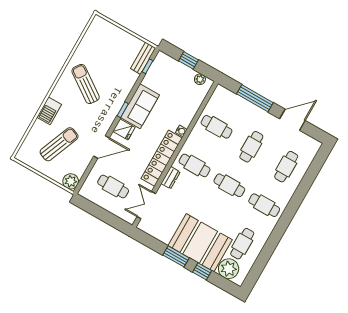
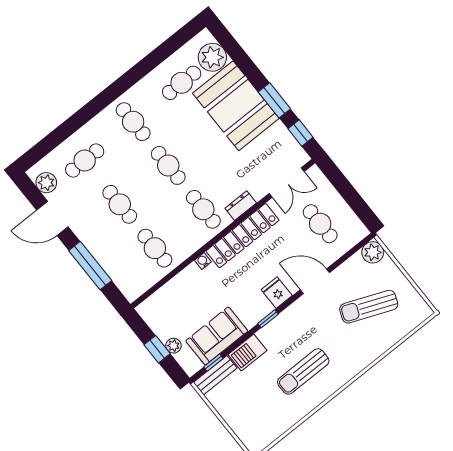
plant: (200, 79) -> (174, 346), moved
sun lounger: (86, 84) -> (303, 371), turned 55
sofa: (140, 106) -> (217, 336), moved
barbecue: (49, 111) -> (248, 353), moved, turned 180
plant: (306, 142) -> (46, 183), added
cafe table: (251, 147) -> (120, 204), turned 90
window: (202, 271) -> (300, 133), moved

